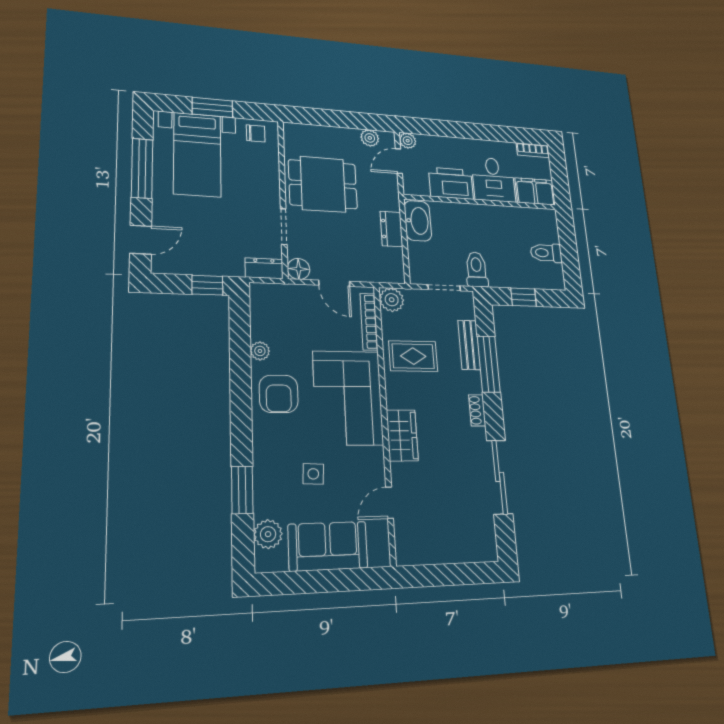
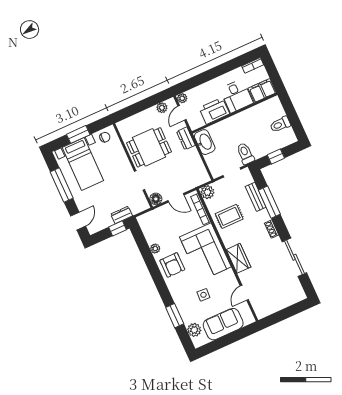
dresser: (391, 229) -> (186, 138), moved
dresser: (264, 268) -> (122, 215), moved

